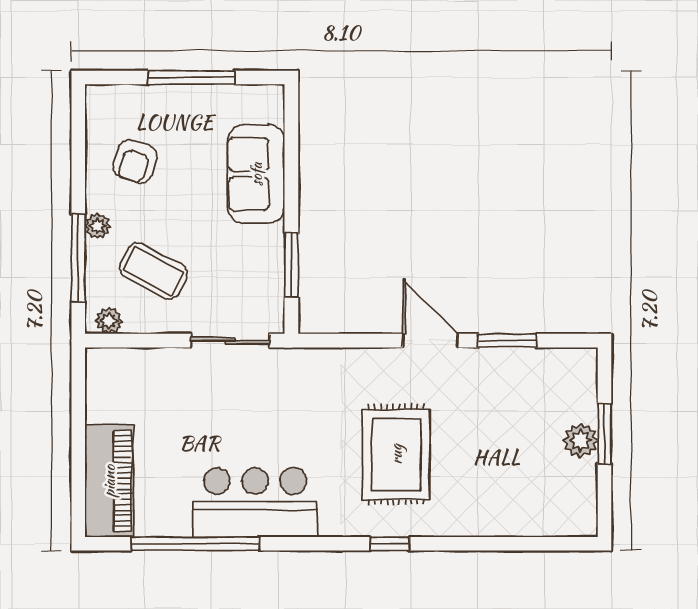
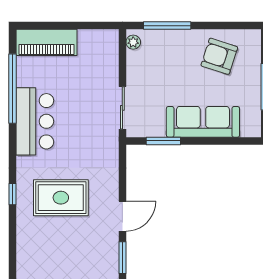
armchair: (135, 162) -> (219, 56), width x1.38, depth x1.38
sofa: (256, 174) -> (203, 122), width x1.36
plant: (98, 226) -> (185, 36), removed
coffee table: (154, 271) -> (160, 66), removed

